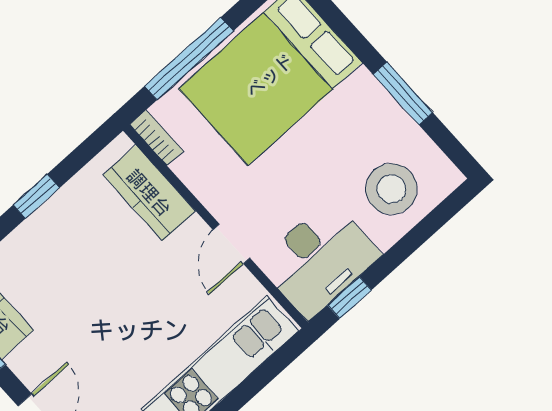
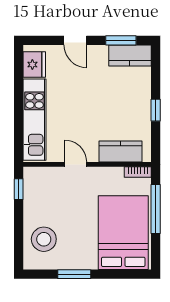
desk: (319, 259) -> (42, 191), removed

